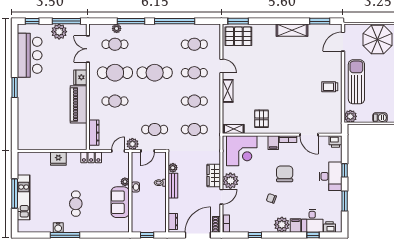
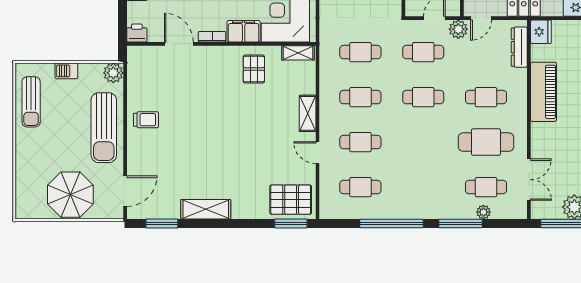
cafe table: (155, 73) -> (423, 97), moved, width x0.73, depth x0.74
fridge: (80, 77) -> (541, 32), moved
filing cabinet: (273, 143) -> (244, 31), width x2.00

